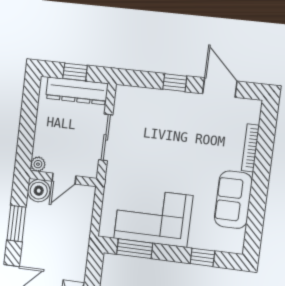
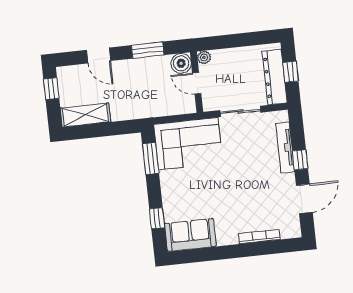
tv unit: (157, 96) -> (285, 148), added
sofa: (233, 200) -> (190, 235), moved
corner sofa: (153, 217) -> (188, 144), moved, turned 90

